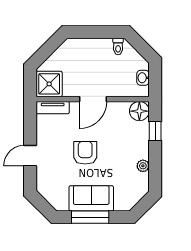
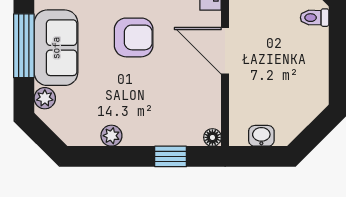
toilet: (118, 47) -> (315, 18), moved
floor lamp: (139, 111) -> (212, 137), width x0.53, depth x0.53
plant: (121, 205) -> (45, 98), added

